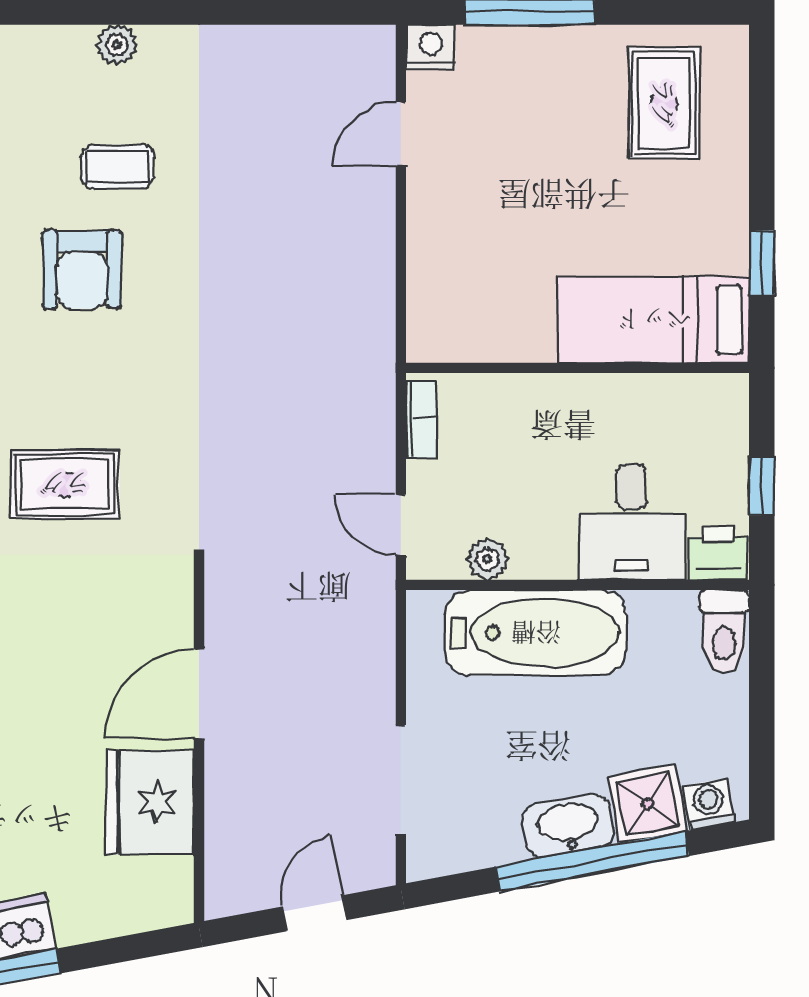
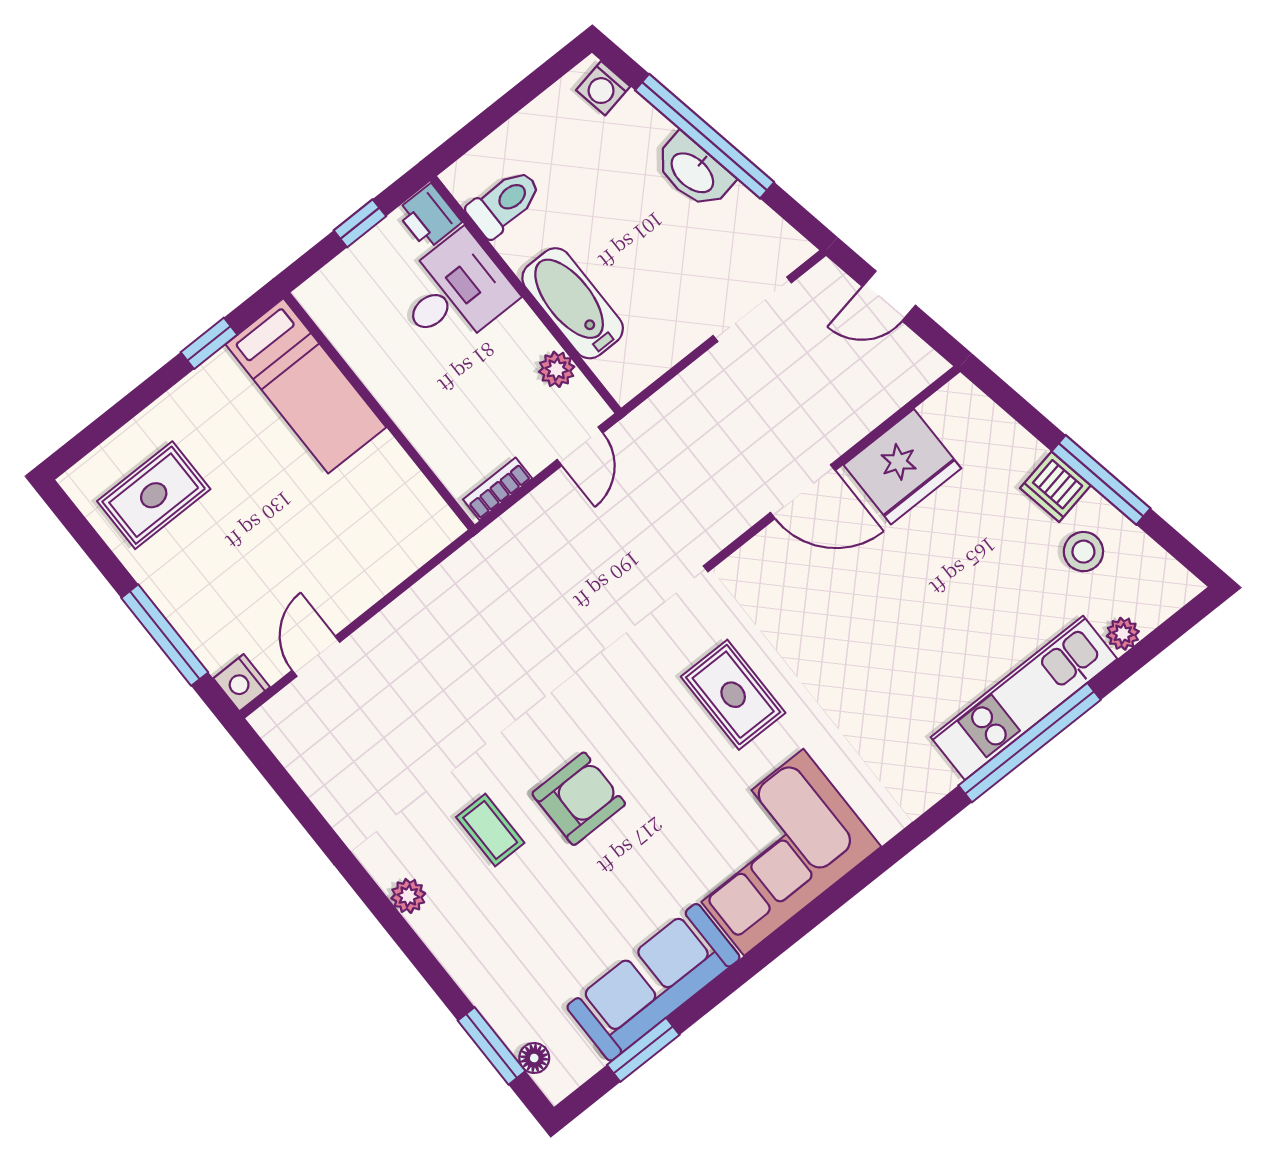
door: (401, 134) -> (316, 656), swing flipped
toilet: (724, 632) -> (504, 203), moved
bathtub: (536, 633) -> (573, 303), width x0.73, depth x0.73
shower: (648, 804) -> (636, 130), removed

